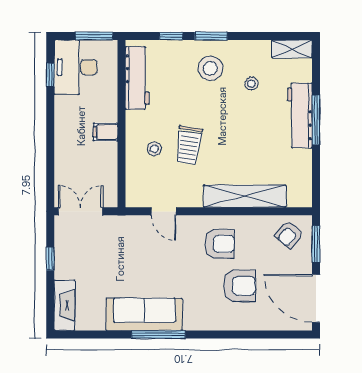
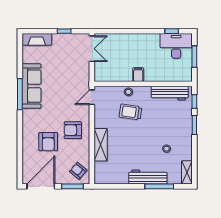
stool: (210, 68) -> (175, 125), removed
workbench: (137, 78) -> (170, 93), moved
window: (316, 120) -> (159, 186), moved
wall: (121, 124) -> (143, 84), moved
filing cabinet: (106, 132) -> (138, 75), moved
shelving: (245, 196) -> (101, 145), width x0.68
armchair: (220, 244) -> (73, 130), turned 90

